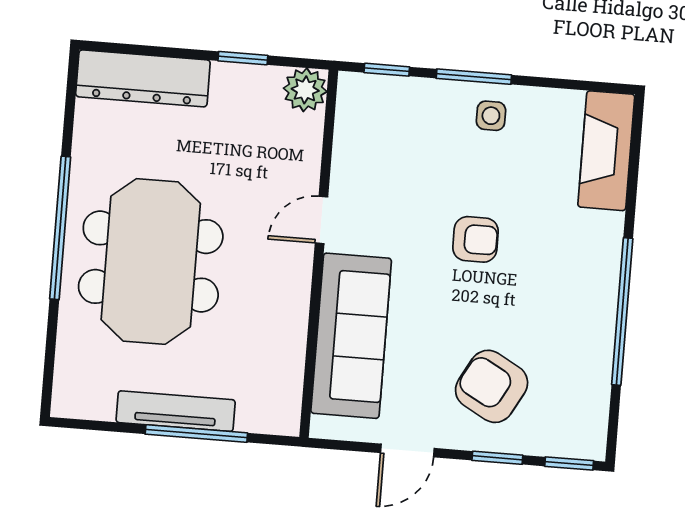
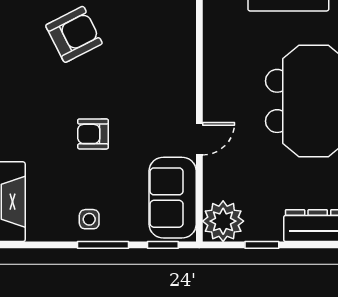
plant: (305, 90) -> (223, 221), width x1.36, depth x1.36
sofa: (351, 336) -> (173, 198), moved, width x0.73
armchair: (492, 386) -> (74, 34), turned -56

